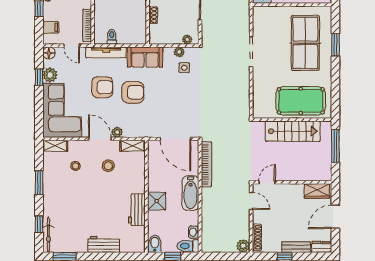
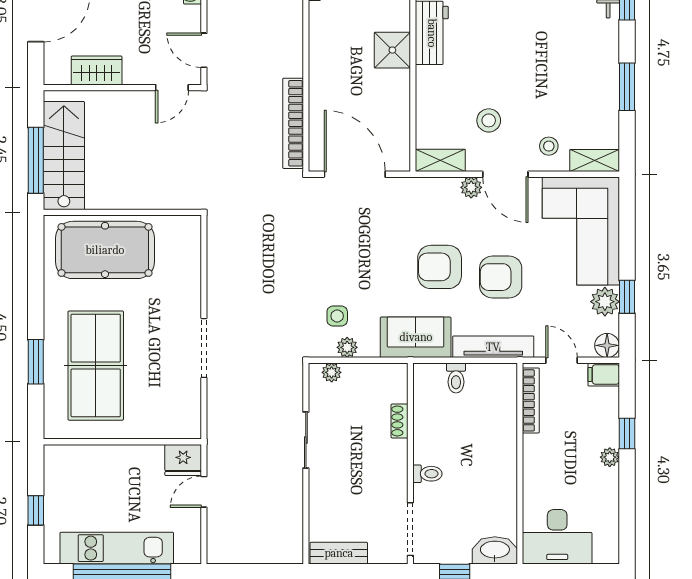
filing cabinet: (51, 27) -> (604, 374), moved
toilet: (112, 37) -> (456, 378), moved
stairs: (293, 131) -> (64, 156), moved, turned 90
stool: (76, 166) -> (549, 146), moved
wardrobe: (317, 191) -> (97, 70), moved
bathtub: (191, 193) -> (325, 66), removed

